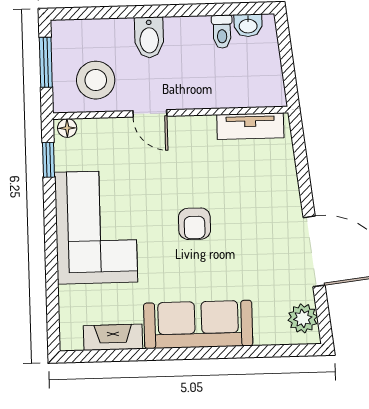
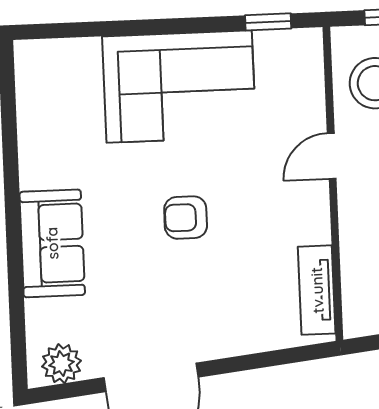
floor lamp: (67, 128) -> (311, 46), removed
sofa: (198, 324) -> (52, 243), width x0.73
fireplace: (113, 337) -> (33, 111), removed

